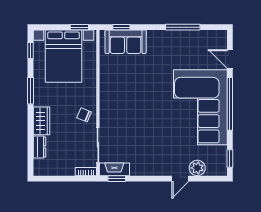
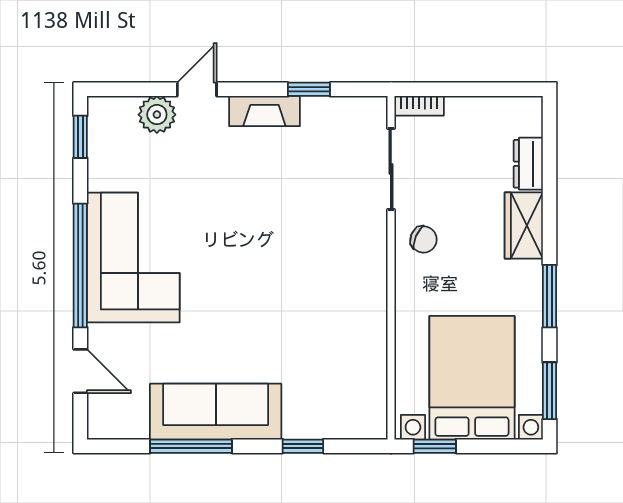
window: (121, 27) -> (303, 446), moved
sofa: (126, 42) -> (216, 412), moved, width x1.36
window: (31, 51) -> (550, 391), width x1.50
corner sofa: (200, 107) -> (133, 257), width x0.73, depth x0.74
fireplace: (114, 169) -> (264, 111), moved
window: (117, 179) -> (309, 89), moved

